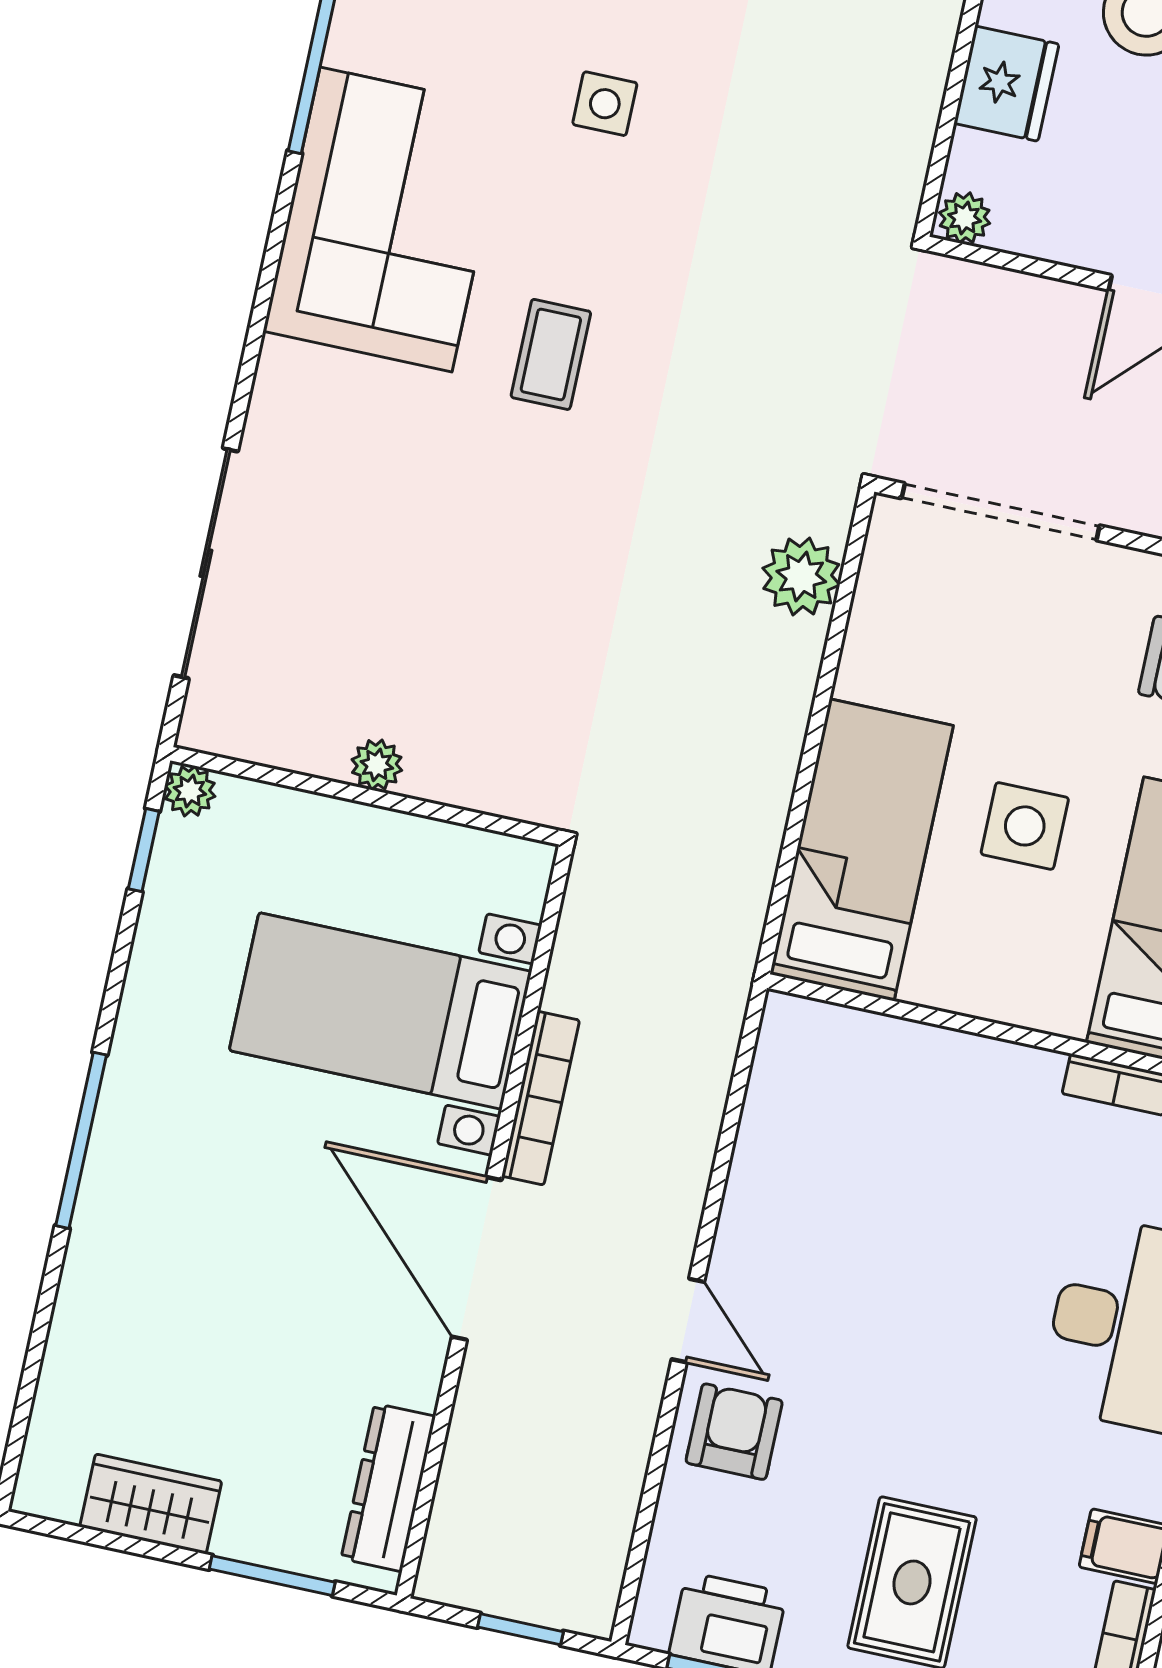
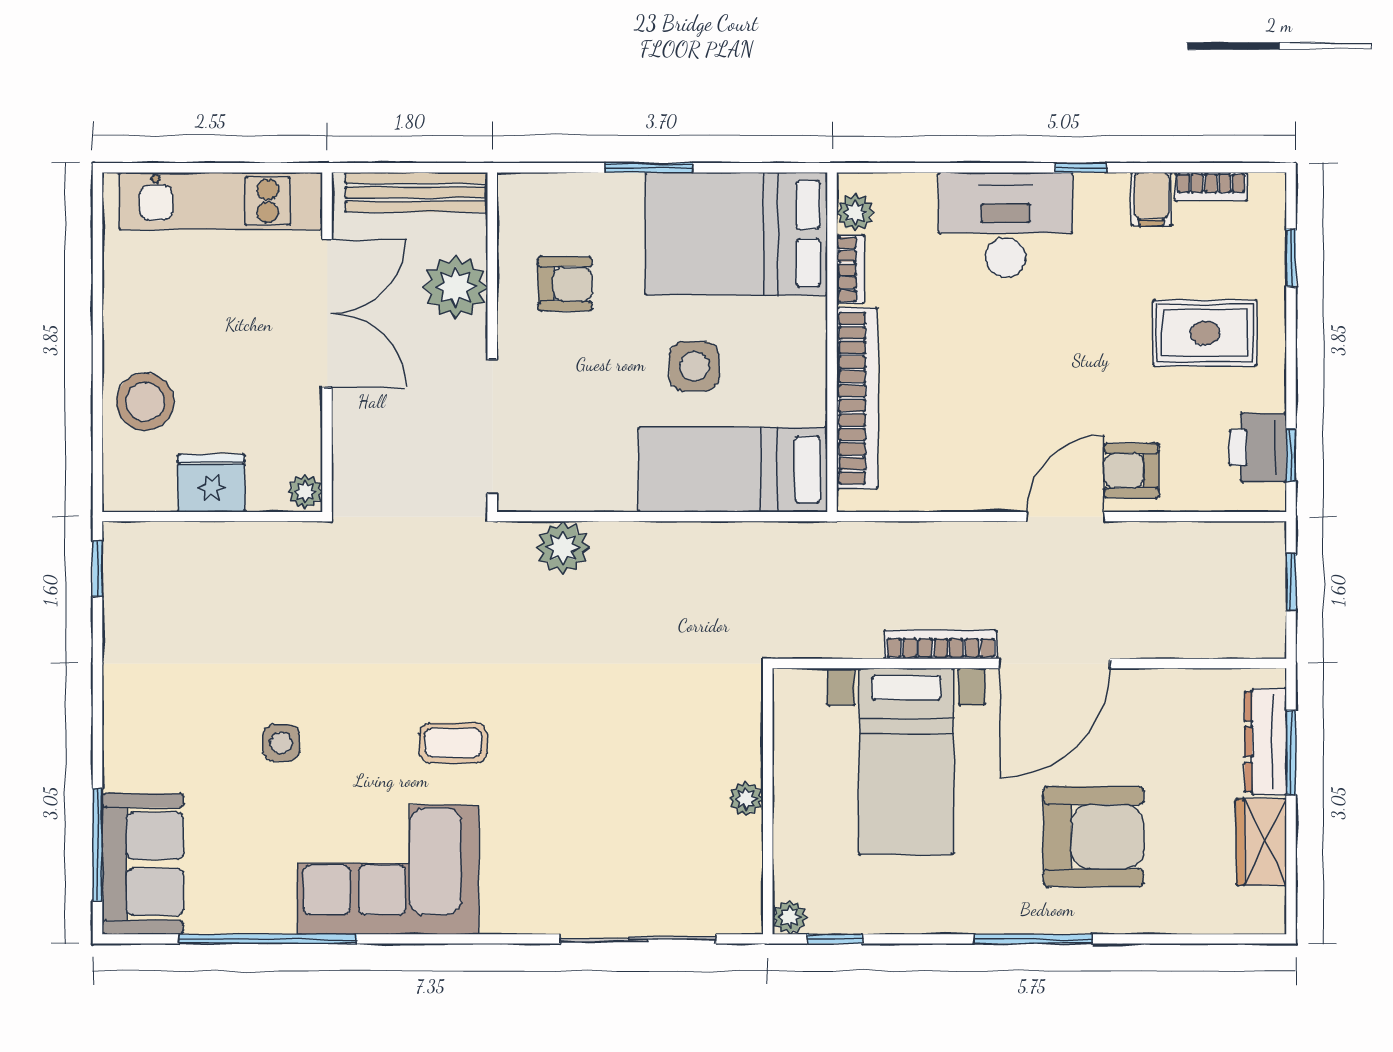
bookcase: (927, 1054) -> (857, 398), added
armchair: (211, 1260) -> (1093, 837), added
door: (688, 1321) -> (1065, 517), width x1.38
dresser: (388, 1488) -> (1266, 742), moved, turned 90

